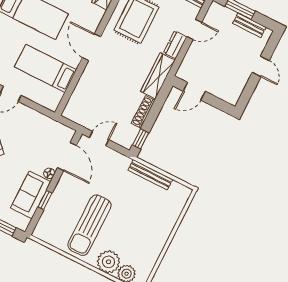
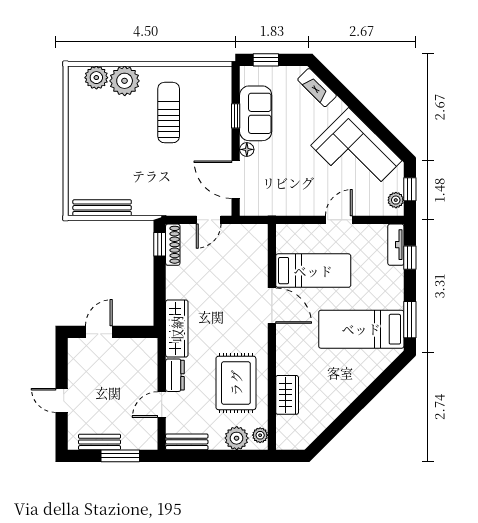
door: (92, 47) -> (272, 306), moved
door: (194, 91) -> (99, 332), moved
shoe rack: (143, 112) -> (173, 245), moved
bench: (150, 175) -> (102, 208), moved
sun lounger: (89, 225) -> (169, 113), width x0.73, depth x0.75

